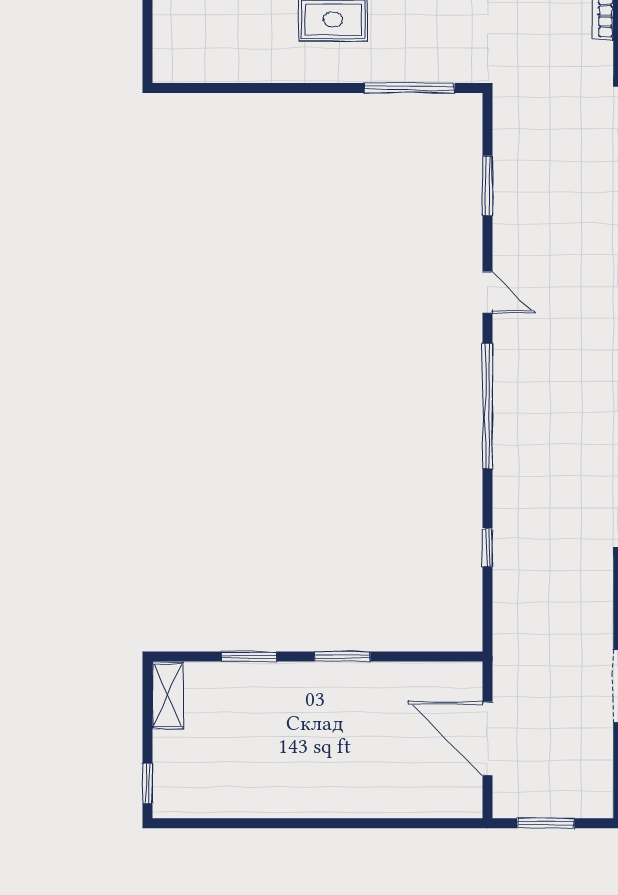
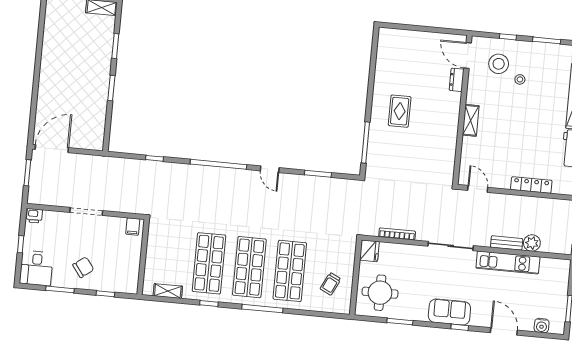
door: (487, 292) -> (270, 169), hinge flipped
door: (487, 739) -> (52, 149), moved

